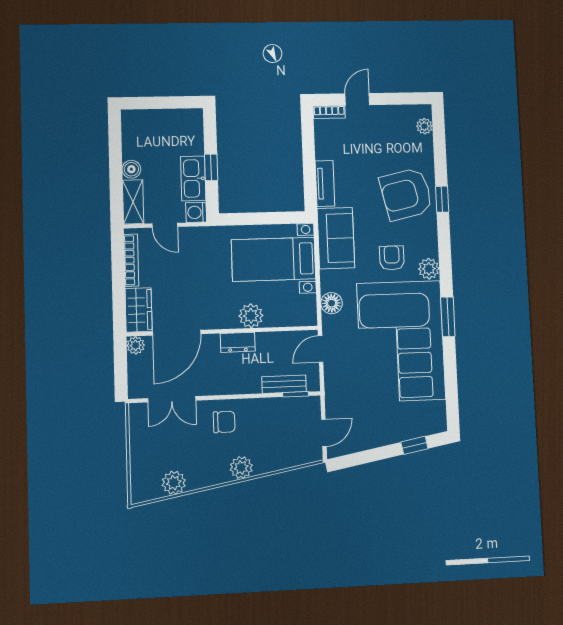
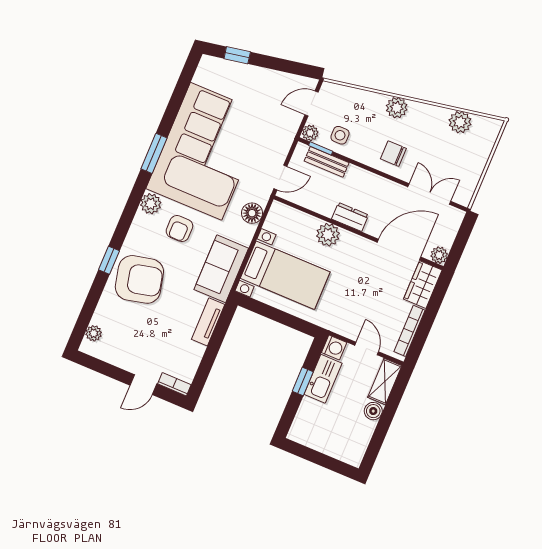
plant: (312, 404) -> (310, 133), added
side table: (283, 415) -> (340, 135), added

